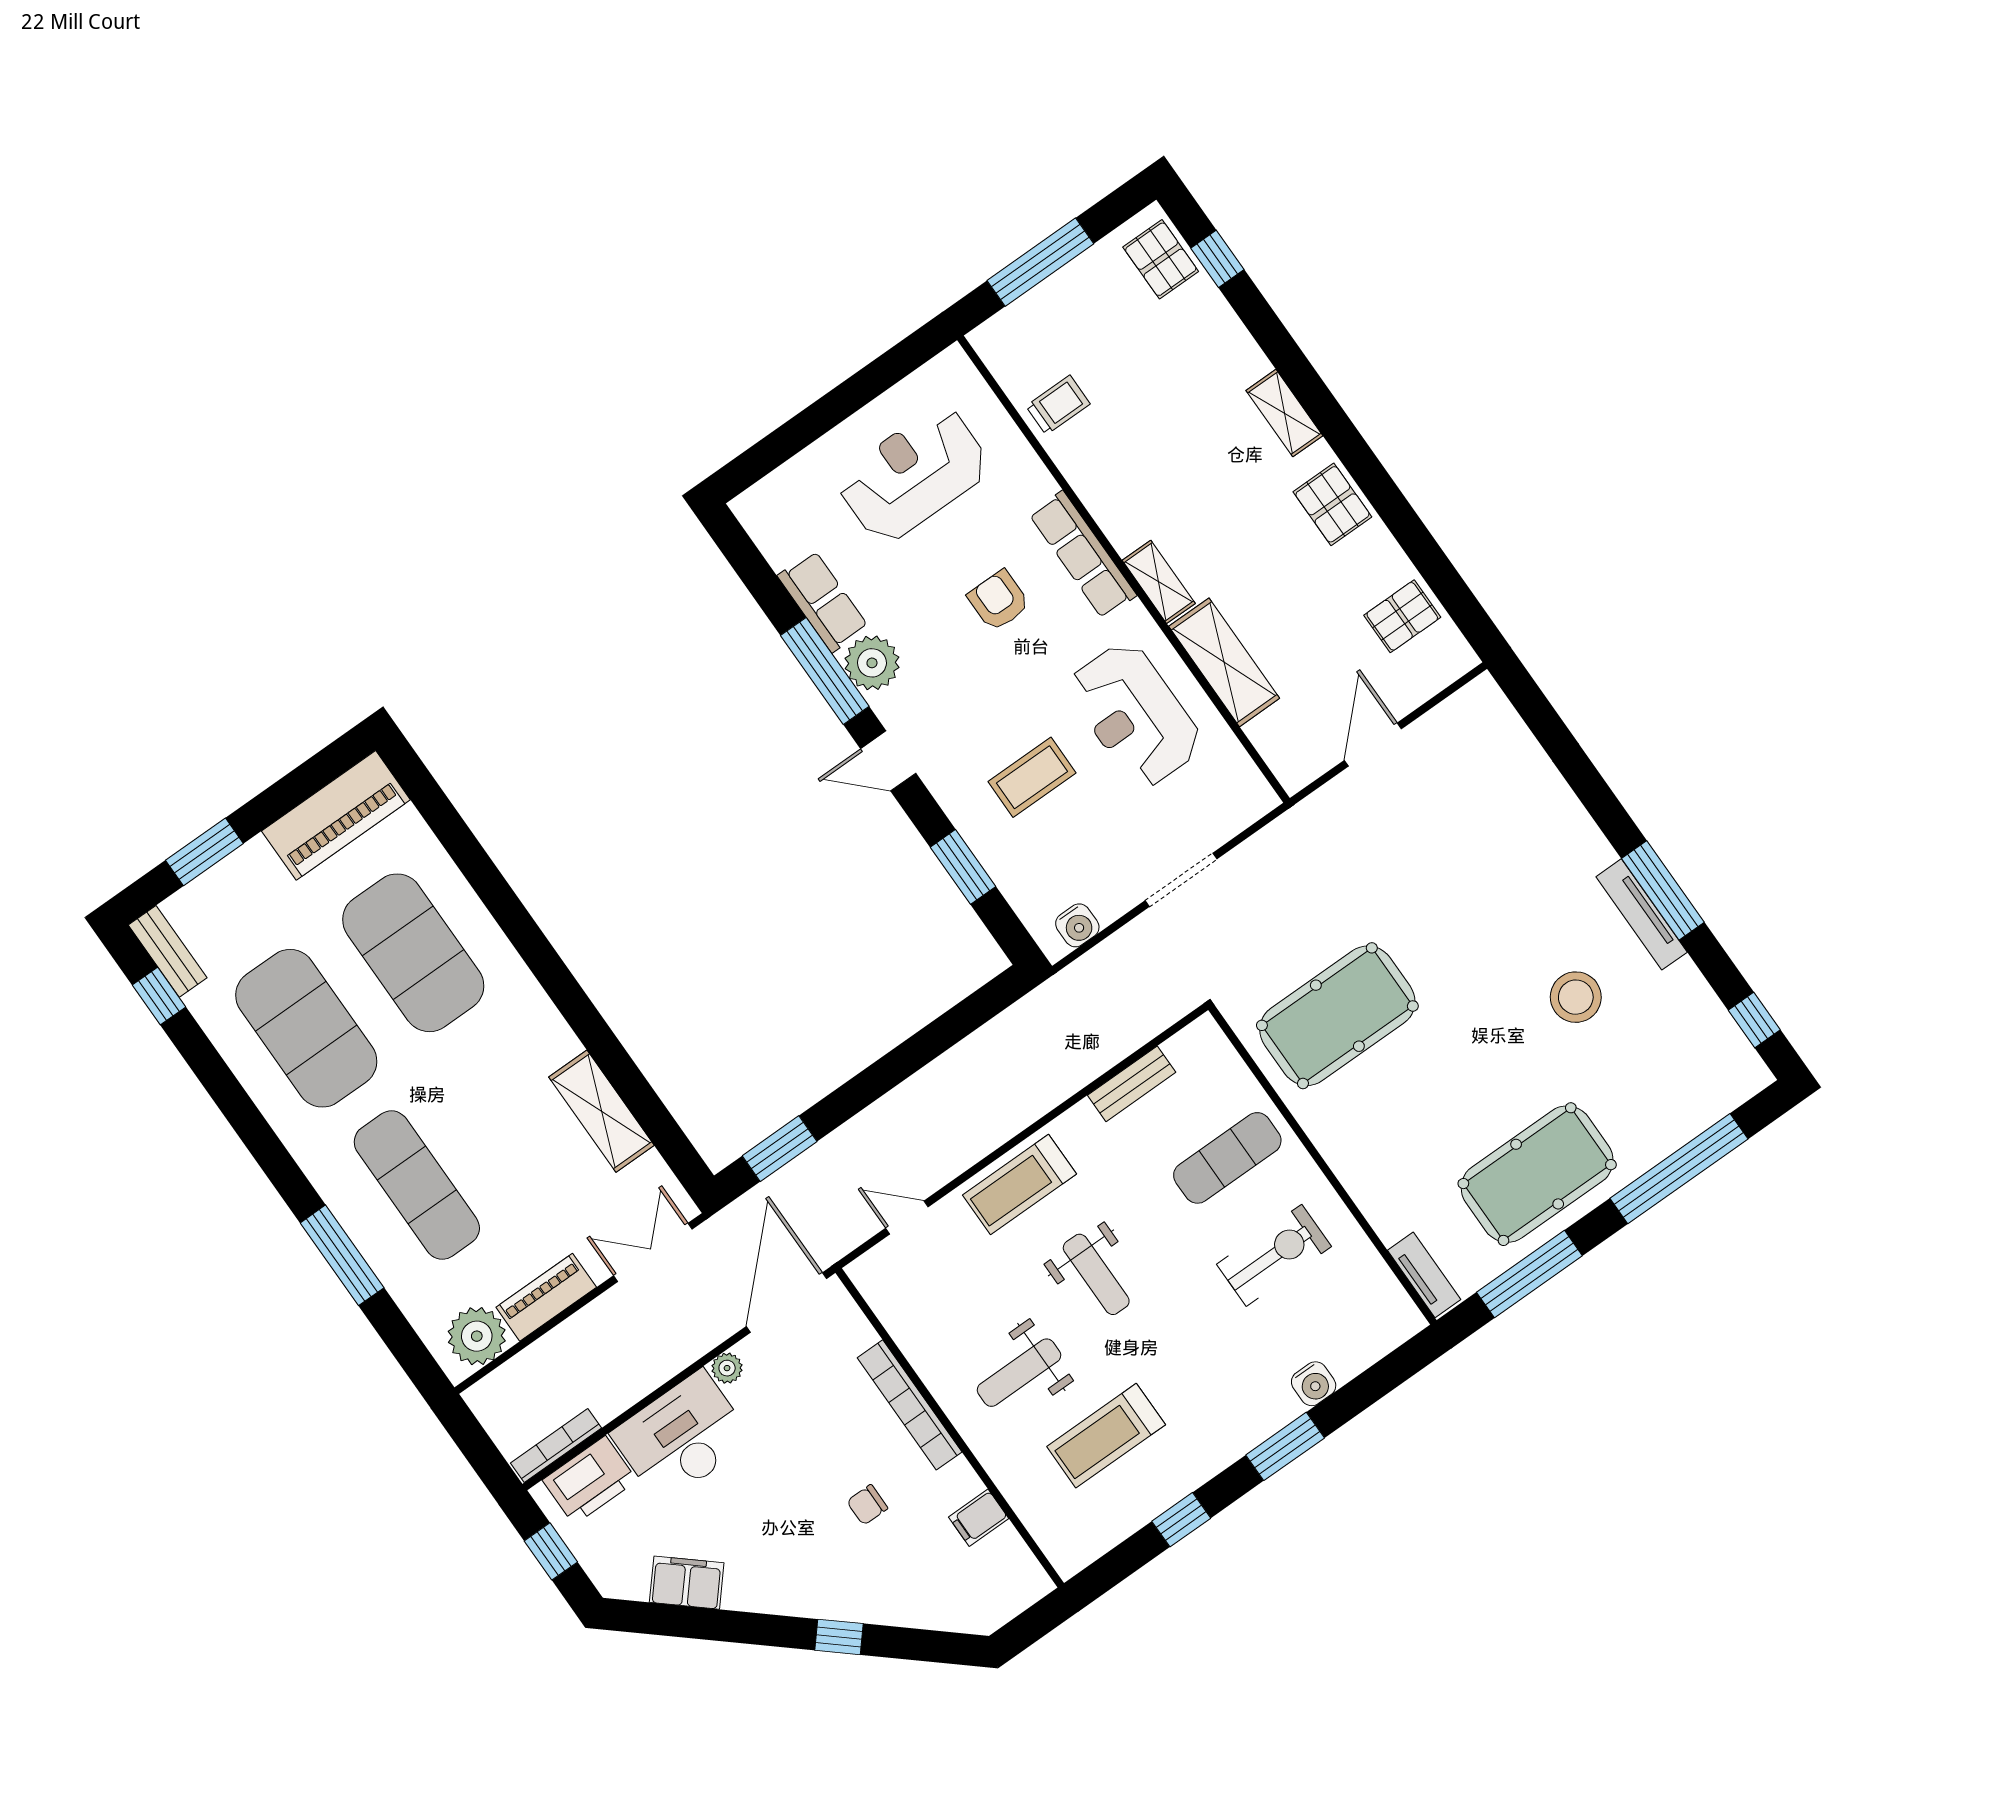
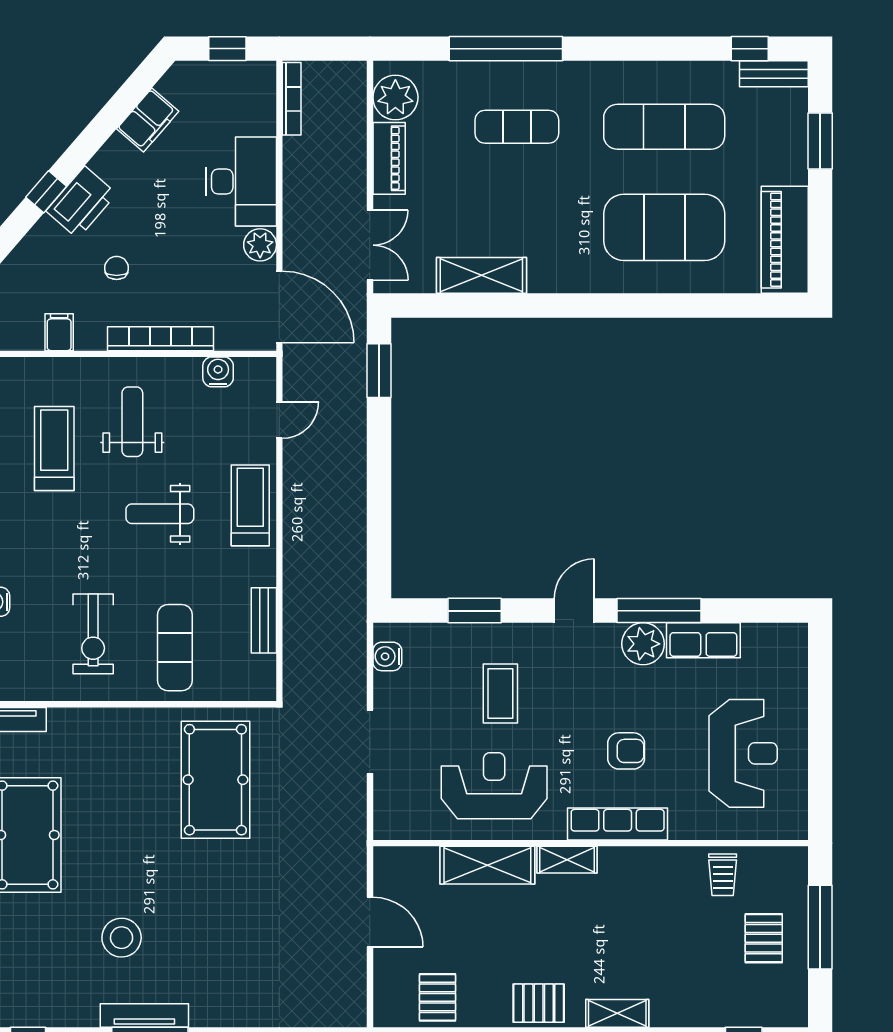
pallet: (1161, 259) -> (764, 938), moved, turned 90
exercise mat: (306, 1028) -> (664, 127), width x0.68
exercise mat: (417, 1185) -> (517, 127), width x0.73, depth x0.69
window: (342, 1255) -> (506, 49), width x1.46
water cooler: (902, 1319) -> (218, 372), added
plant: (727, 1368) -> (260, 245), width x1.38, depth x1.38
printer: (590, 1480) -> (81, 202), moved, turned -139

